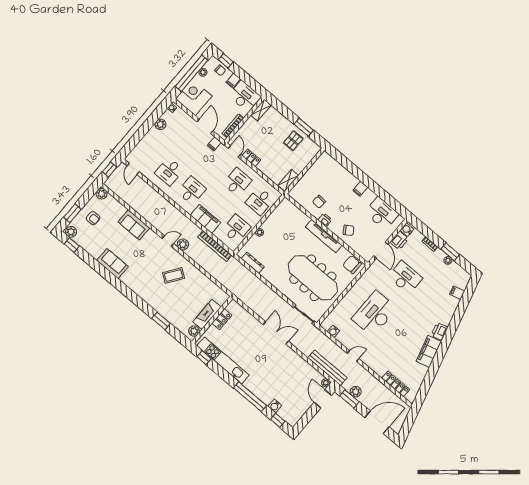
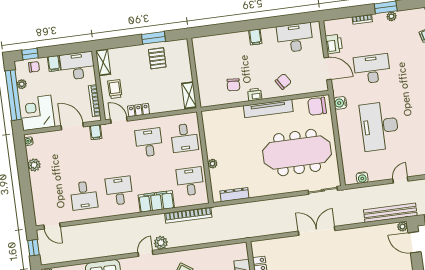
trolley: (251, 132) -> (115, 89), added
water cooler: (407, 230) -> (340, 103), moved

